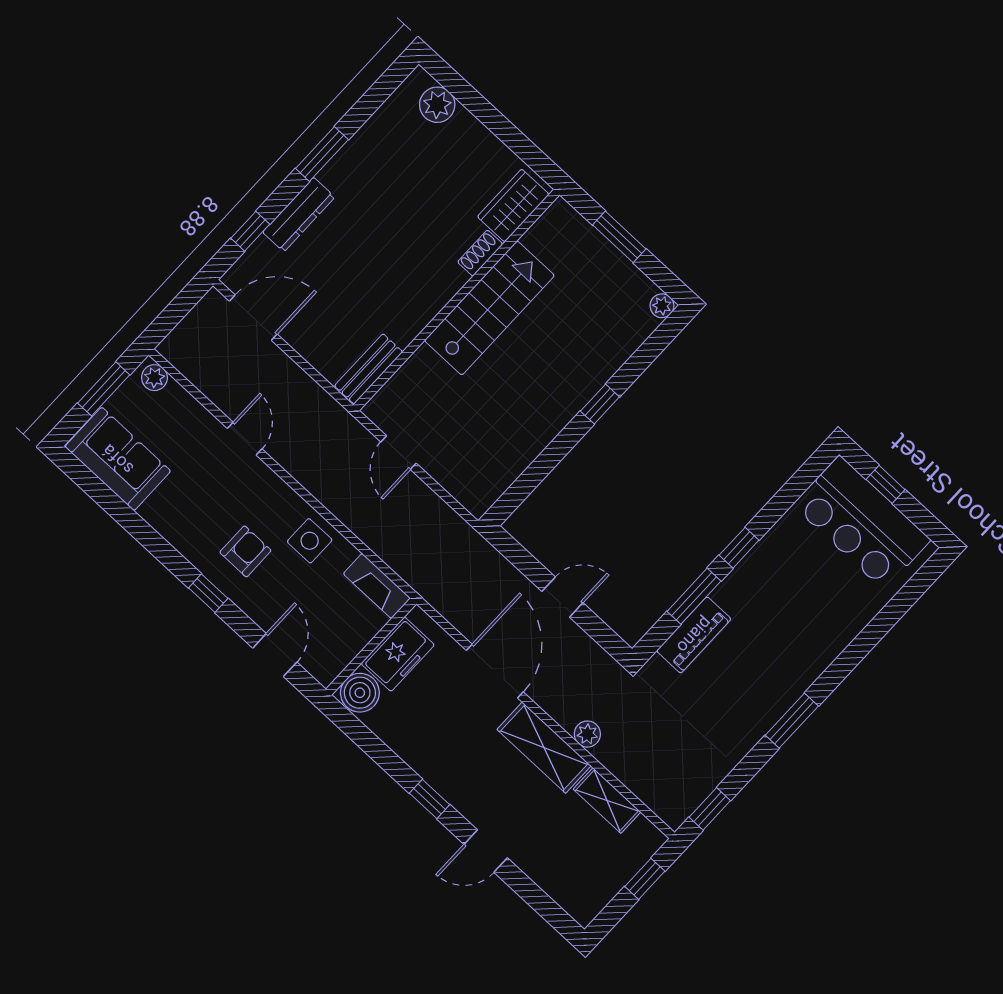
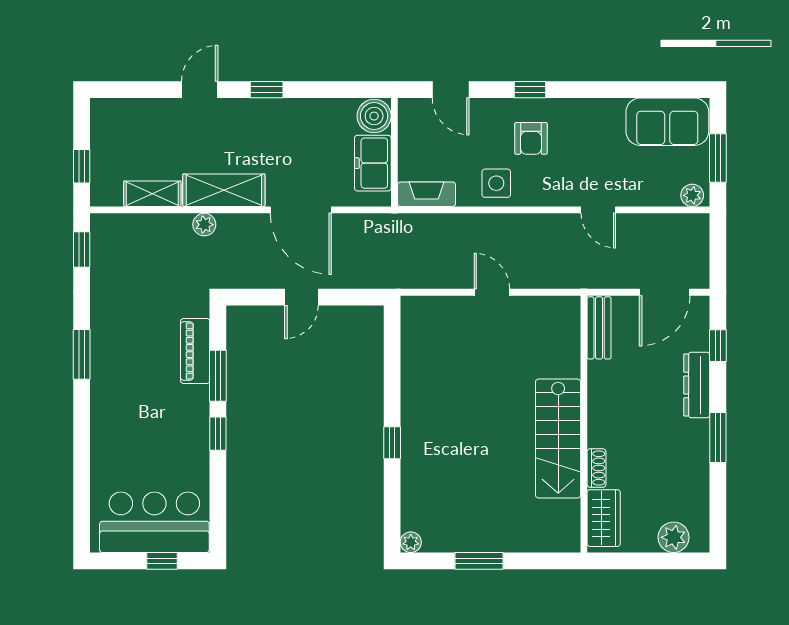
wardrobe: (513, 205) -> (604, 518), moved
shoe rack: (480, 253) -> (597, 468), moved
wall: (457, 300) -> (584, 424), moved
stairs: (489, 308) -> (558, 439), moved
bench: (369, 369) -> (599, 328), moved

